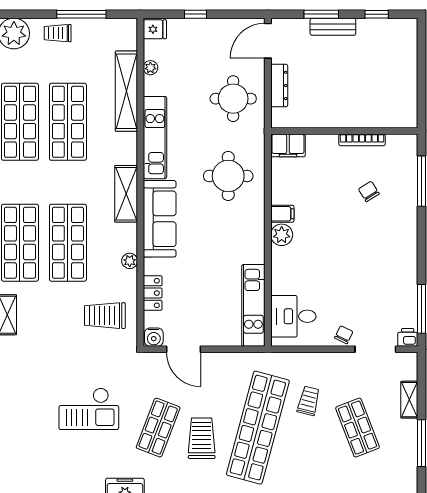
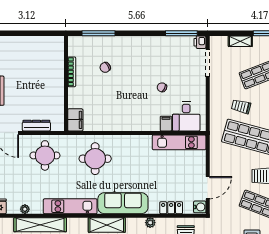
filing cabinet: (282, 214) -> (166, 124), moved
plant: (282, 235) -> (133, 124), removed
chair: (344, 335) -> (162, 87), moved

